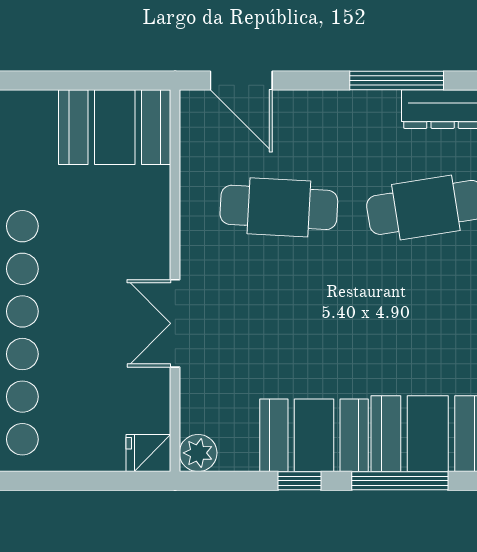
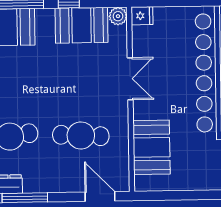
booth: (115, 127) -> (151, 147), moved, turned 90
booth: (314, 435) -> (82, 25), moved

